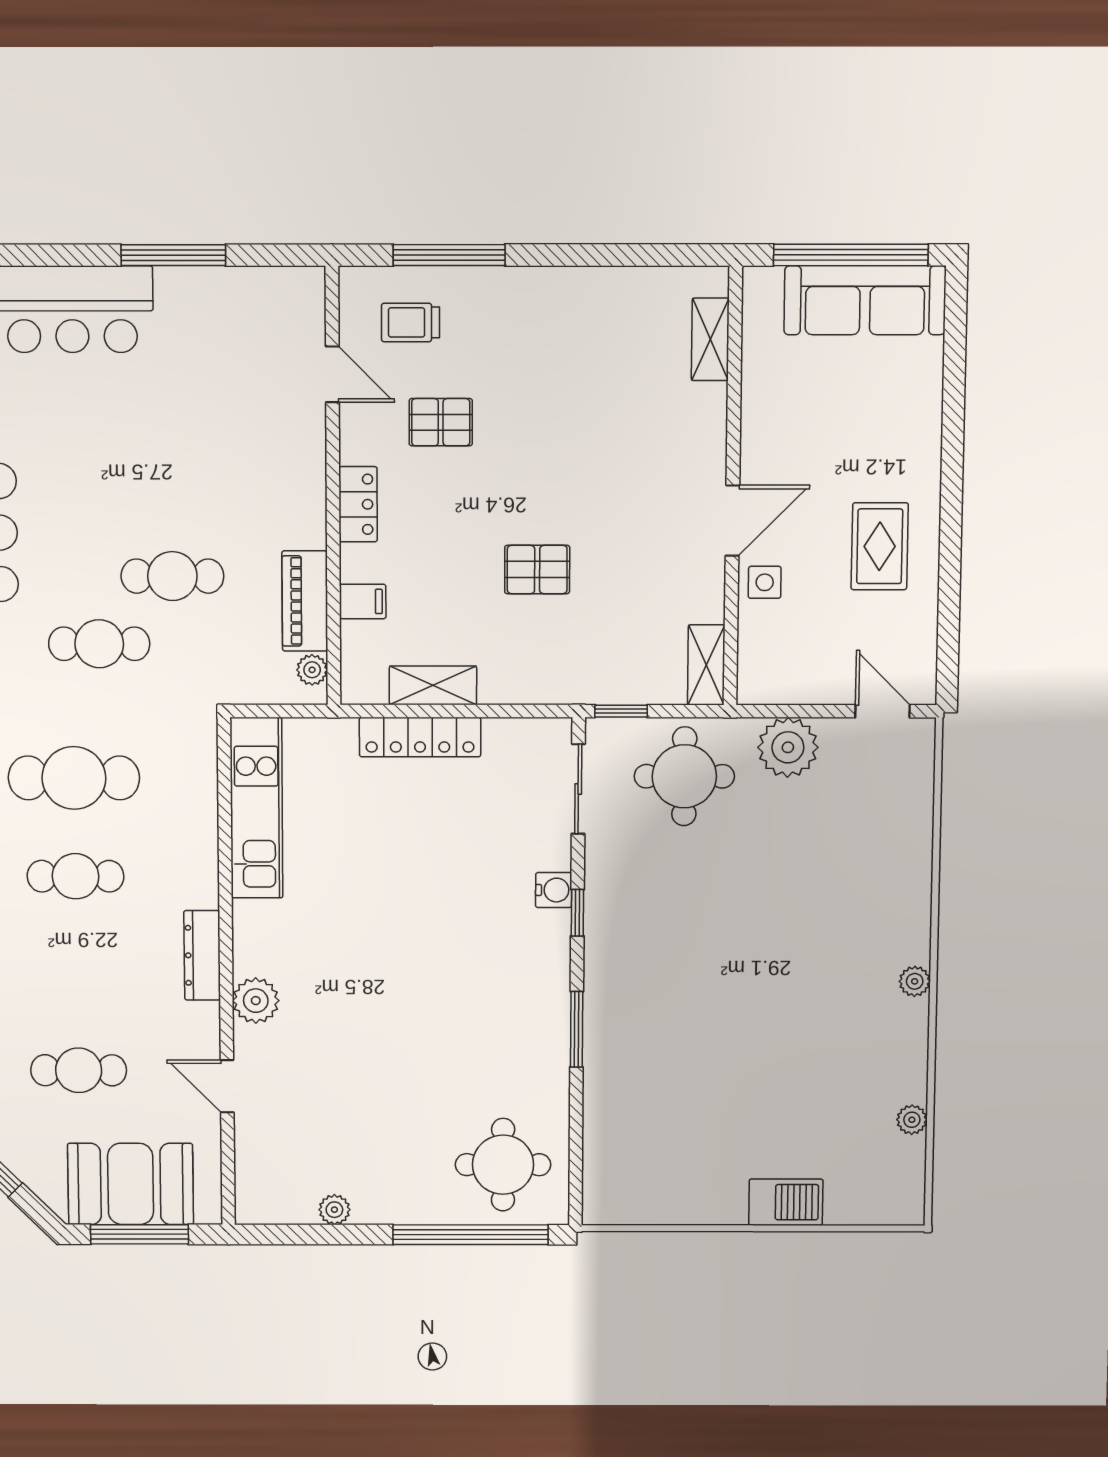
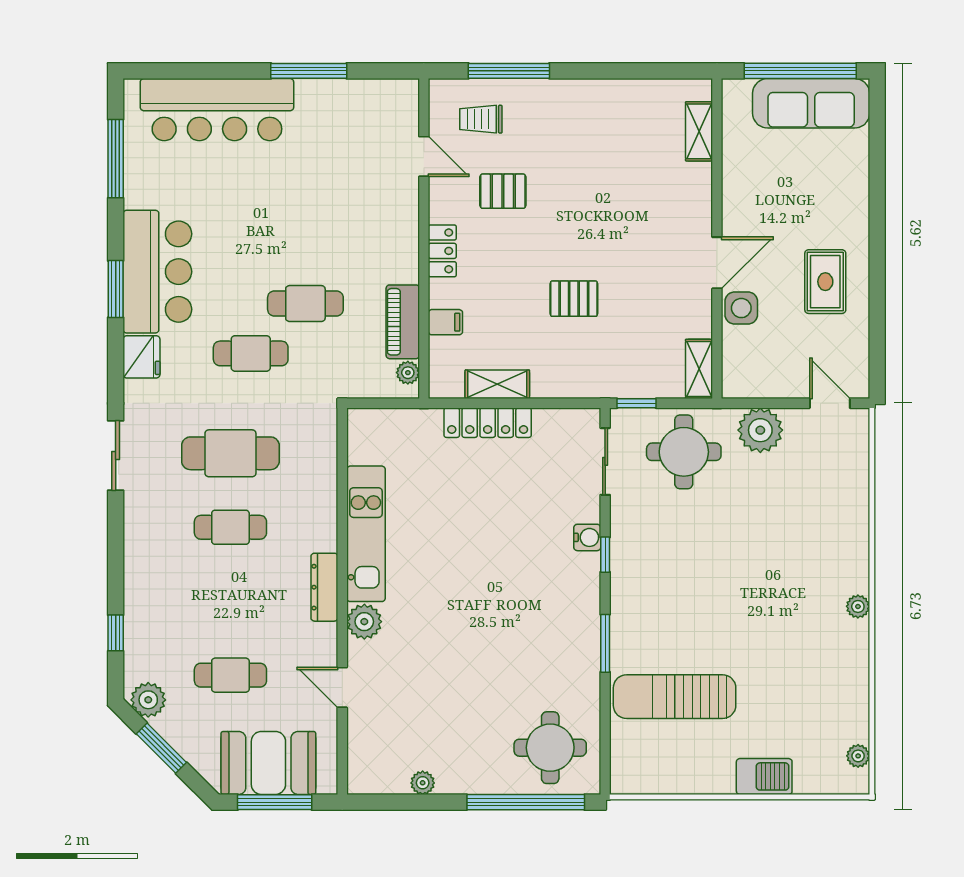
side table: (765, 582) -> (741, 308), width x1.37, depth x1.37
kitchen unit: (256, 808) -> (366, 534), moved
sun lounger: (668, 1099) -> (675, 697), added
plant: (912, 1120) -> (858, 756), moved

